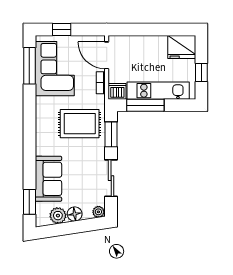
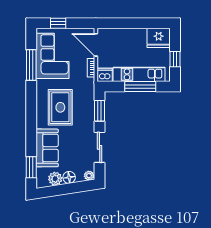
window: (29, 66) -> (31, 65), moved
window: (145, 105) -> (140, 86), moved
rug: (80, 124) -> (60, 107), moved, turned 90

